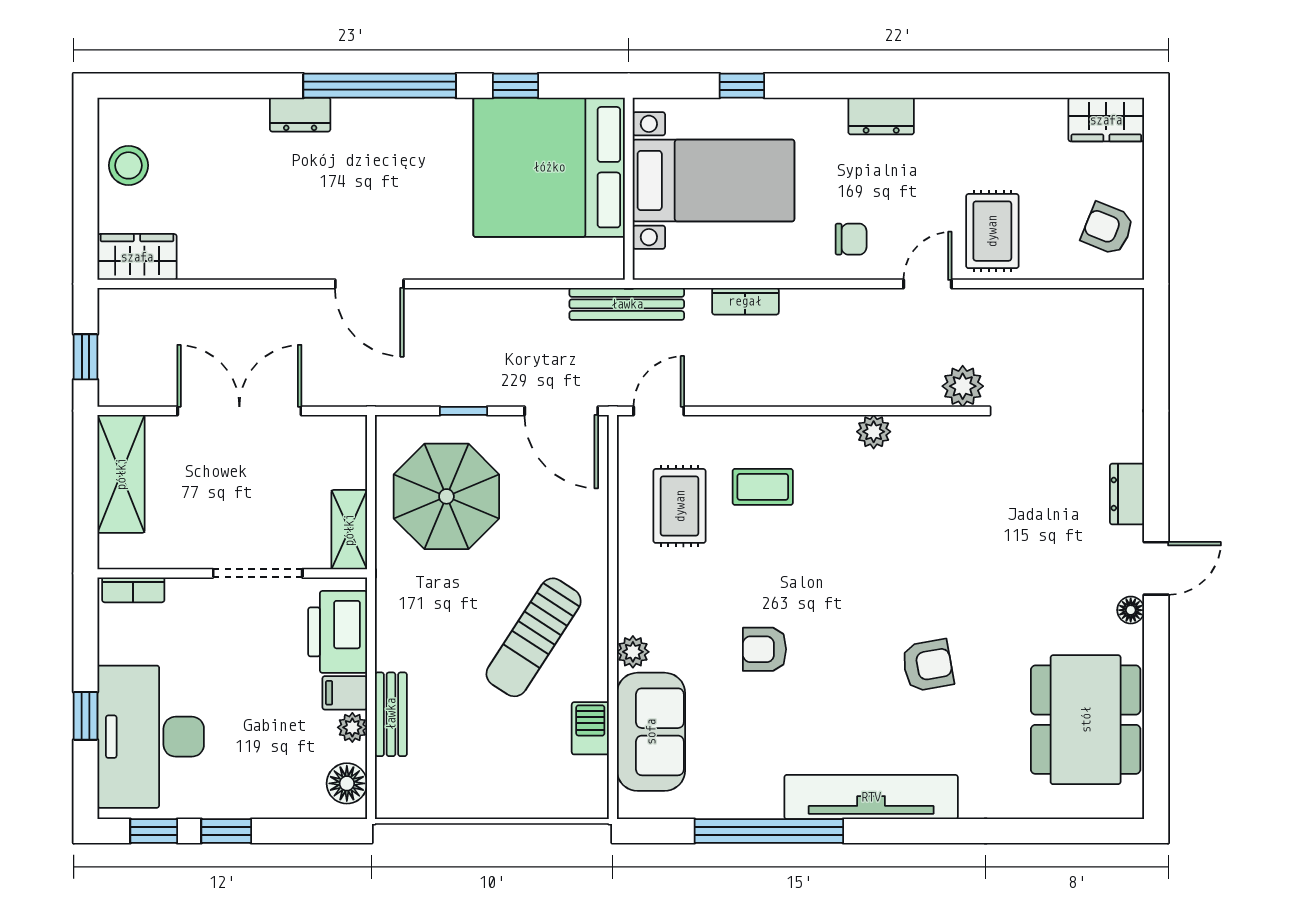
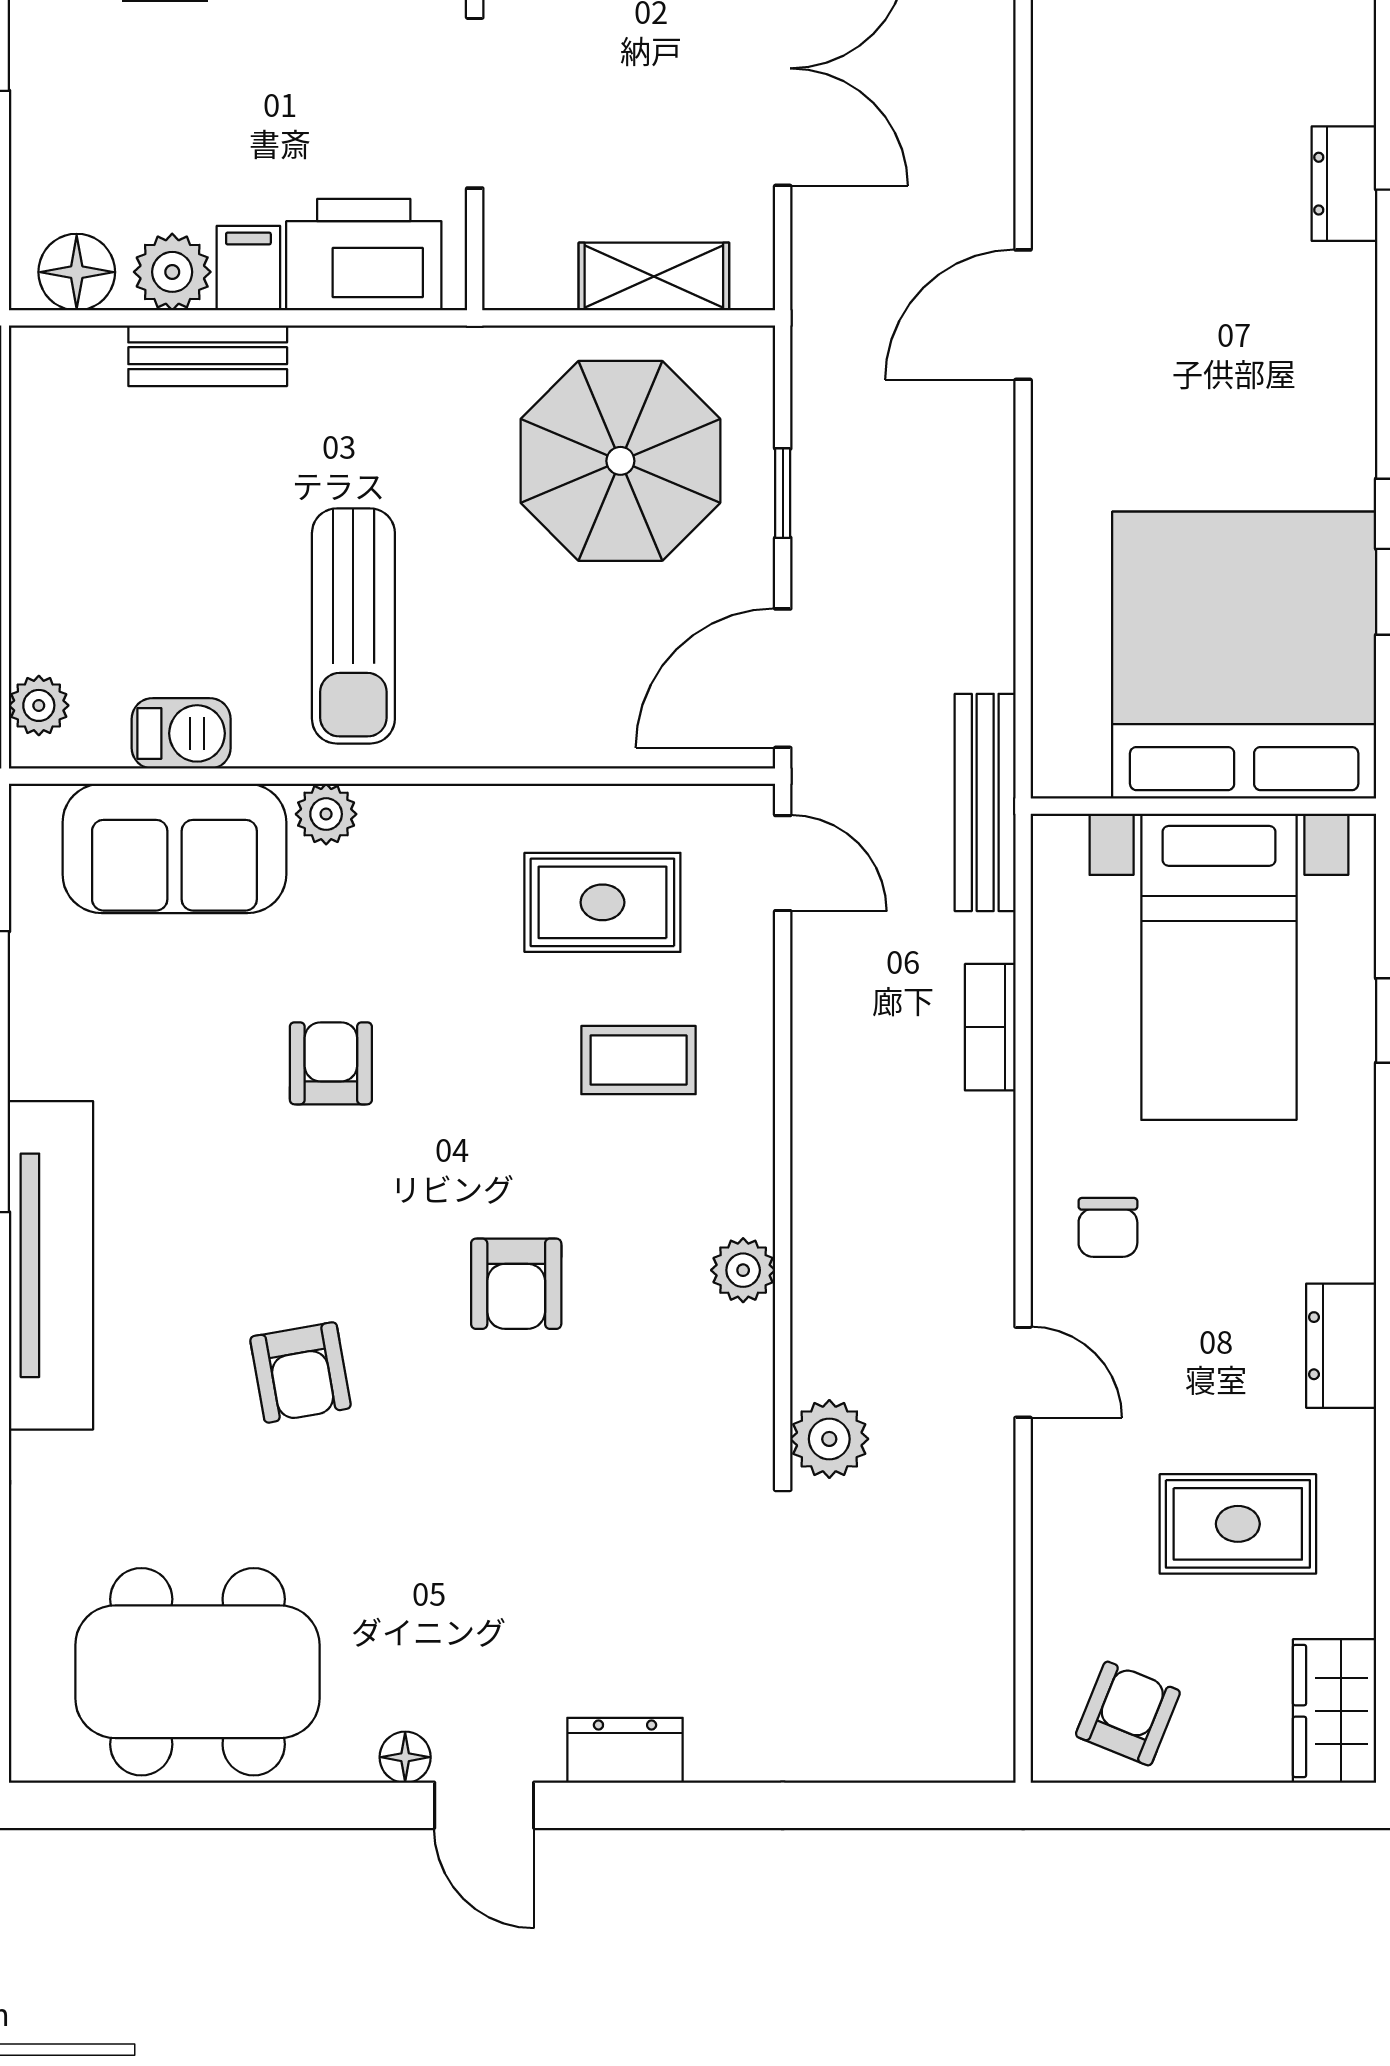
dresser: (881, 116) -> (1341, 1346), moved
rug: (992, 231) -> (1238, 1524), moved
coffee table: (763, 487) -> (639, 1060), turned 90
shelving: (349, 530) -> (654, 277), moved
armchair: (881, 551) -> (516, 1284), added
sun lounger: (534, 637) -> (353, 626), turned -123
plant: (352, 727) -> (172, 272), width x1.38, depth x1.38
plant: (576, 803) -> (39, 705), added

